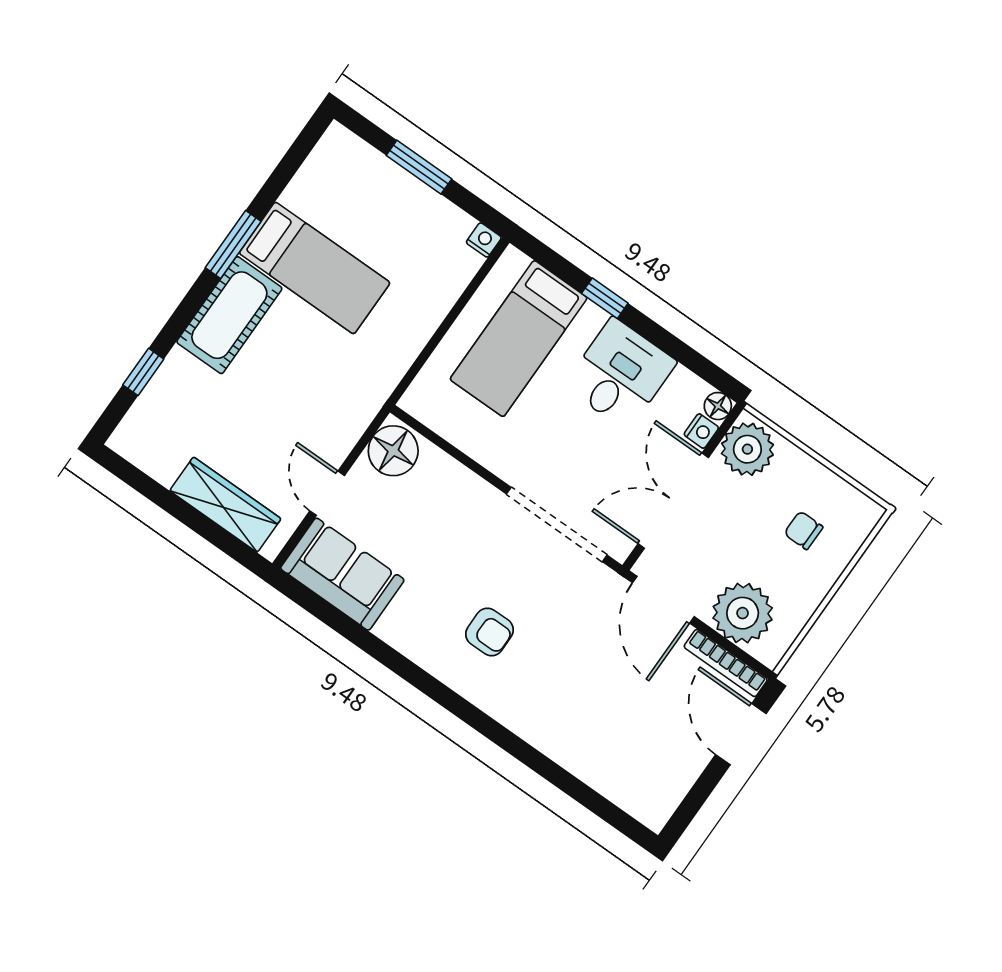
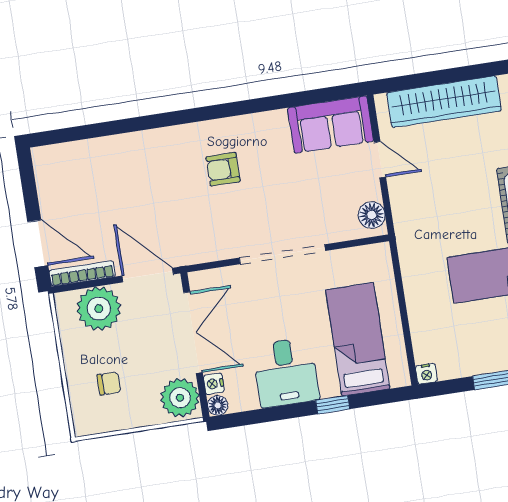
floor lamp: (393, 451) -> (372, 215), width x0.73, depth x0.73
wardrobe: (225, 505) -> (444, 102), width x1.40, depth x1.17
doorway: (557, 525) -> (282, 254), moved

